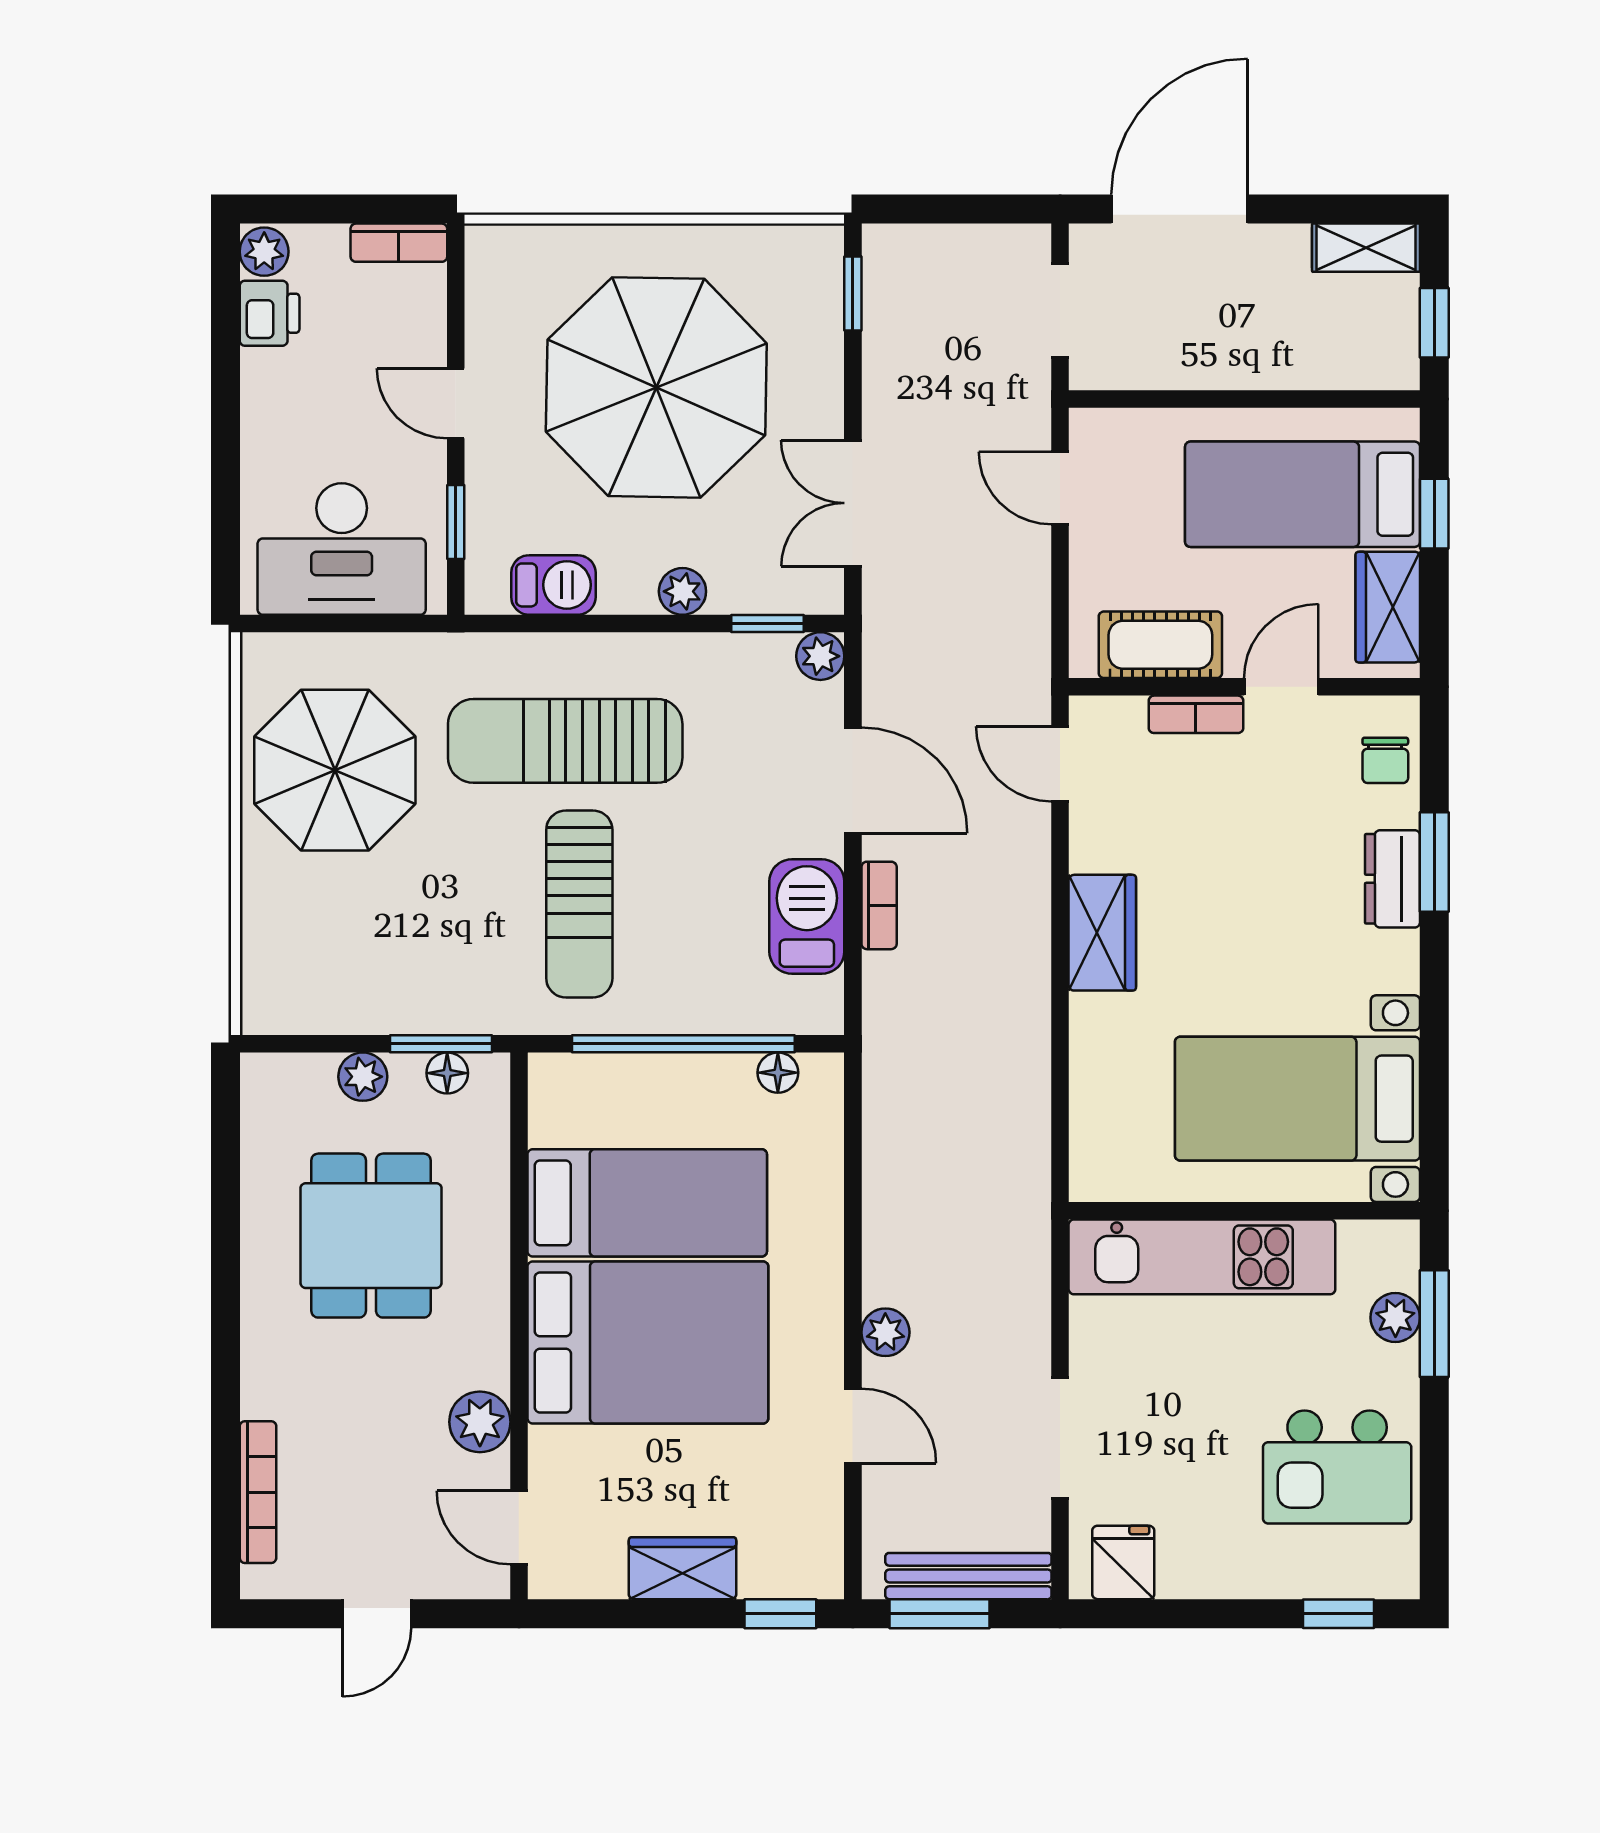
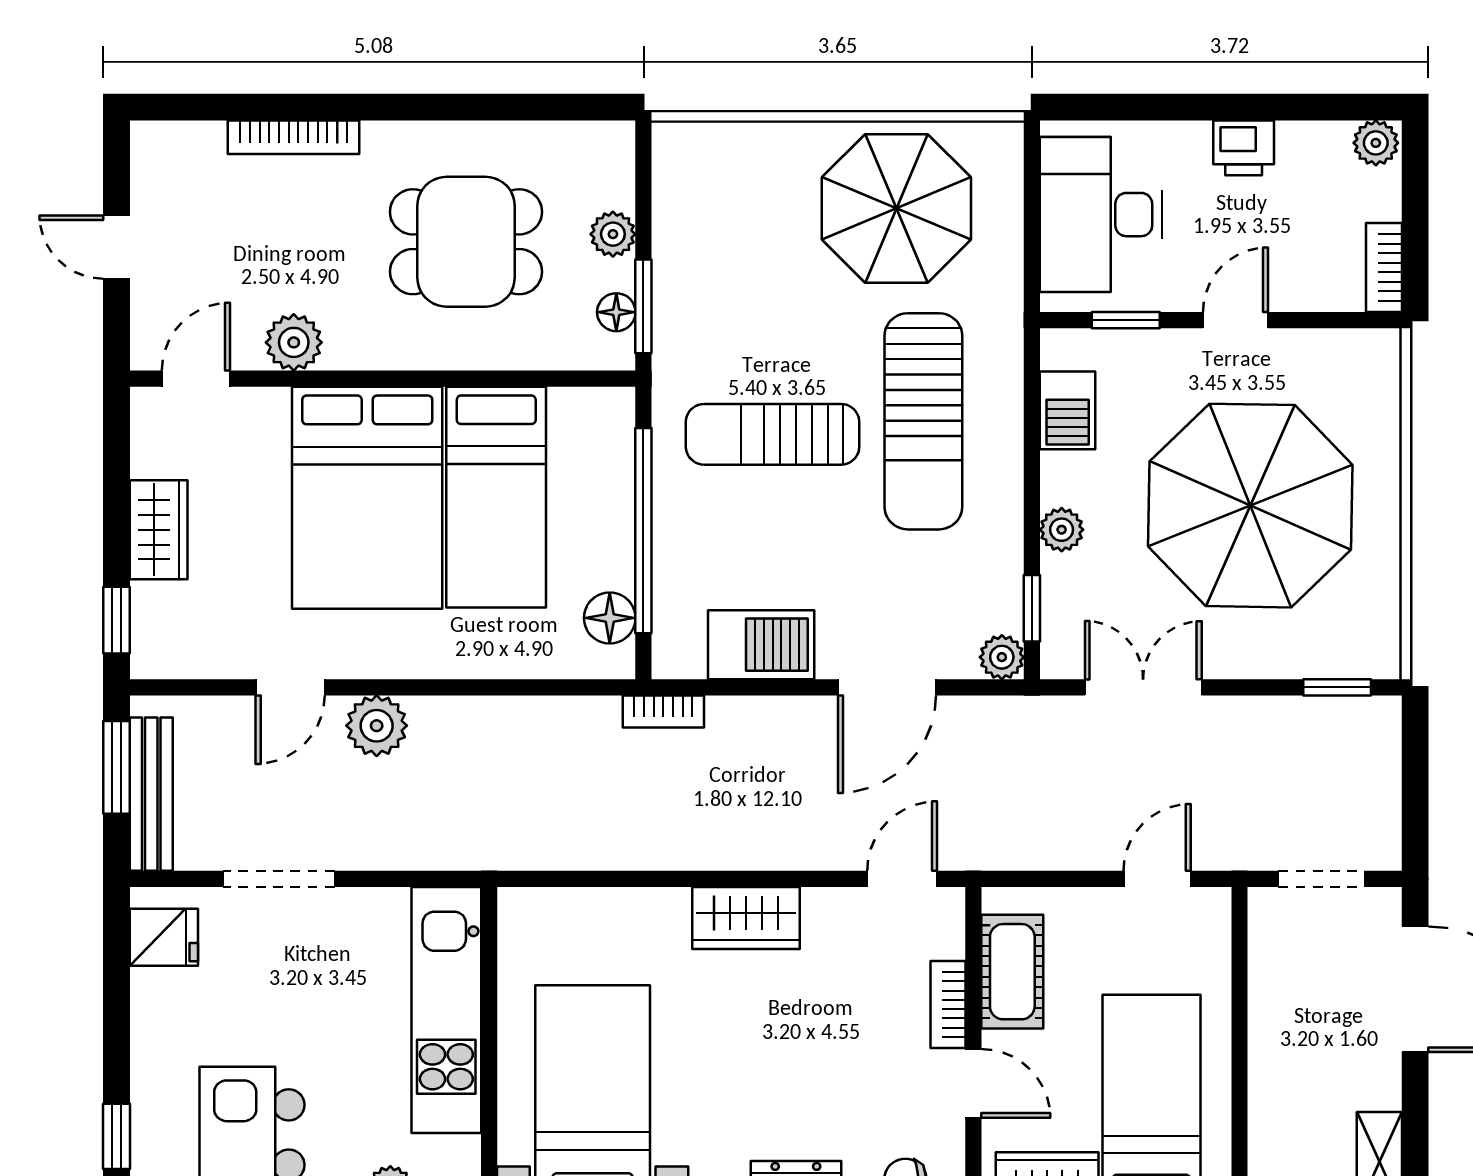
printer: (270, 313) -> (1244, 148), moved
sun lounger: (565, 741) -> (923, 421), turned 180
bookcase: (879, 905) -> (663, 711), moved
floor lamp: (778, 1073) -> (610, 618), width x1.37, depth x1.37
plant: (885, 1332) -> (377, 726), width x1.38, depth x1.38
bookcase: (258, 1492) -> (294, 137), moved

